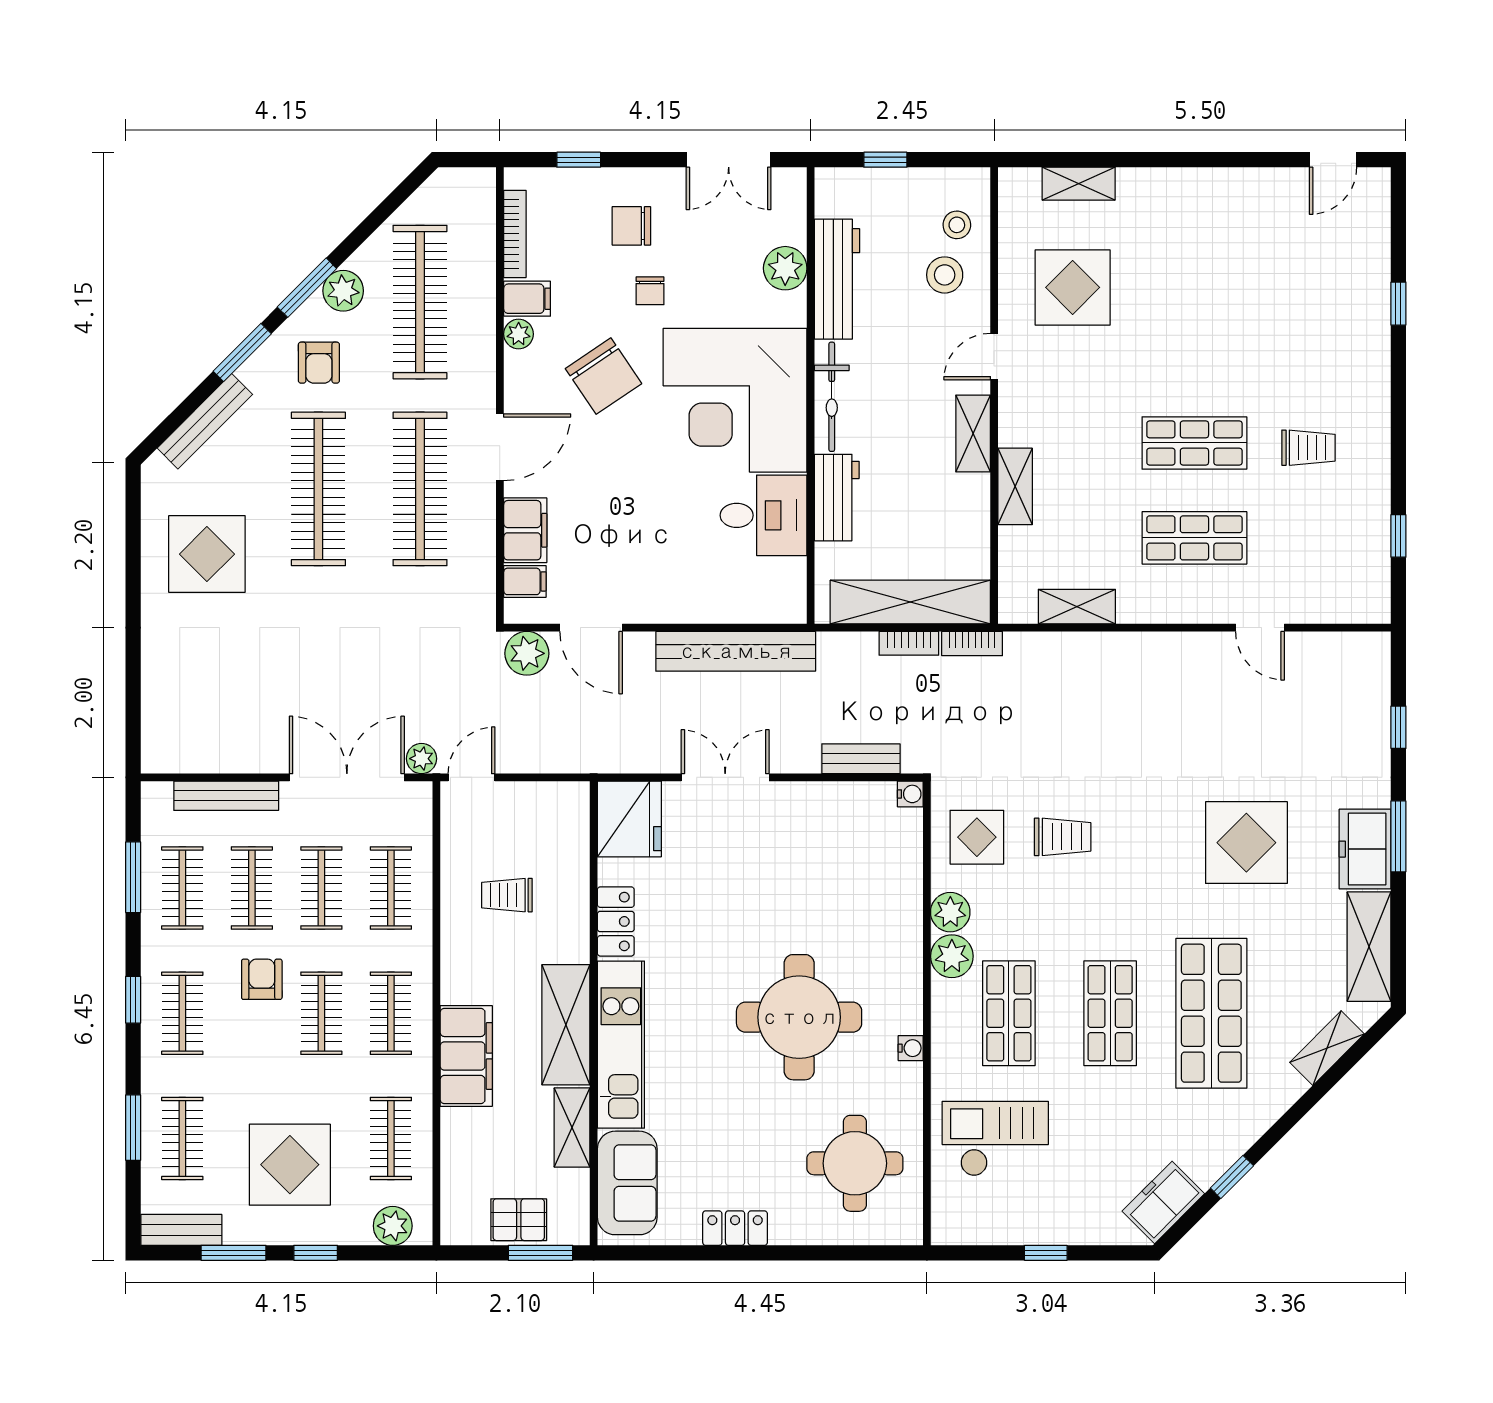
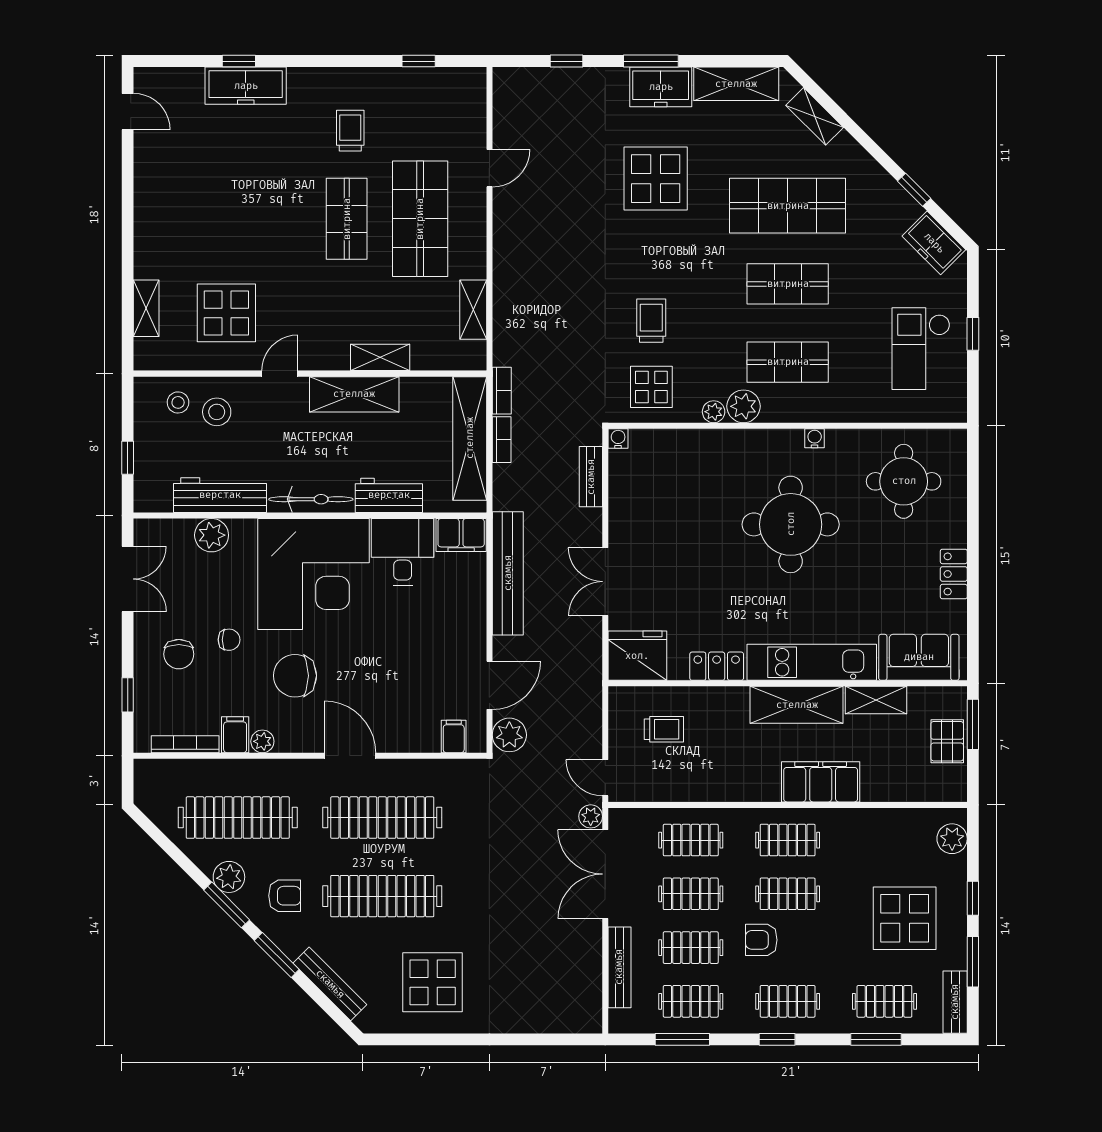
freezer: (1367, 312) -> (246, 86), added
door: (994, 357) -> (280, 374), swing flipped
chair: (603, 376) -> (295, 676), turned -146
shelving: (973, 434) -> (354, 394), width x1.50, depth x1.33
filing cabinet: (525, 530) -> (461, 535), moved, turned 180
shop shelf: (1194, 538) -> (420, 219), width x1.43, depth x1.36
trolley: (507, 895) -> (664, 729), moved, turned -90
plant: (950, 912) -> (714, 412), width x0.73, depth x0.73
clothes rail: (391, 1139) -> (884, 840), removed
checkout: (995, 1139) -> (921, 349), moved

